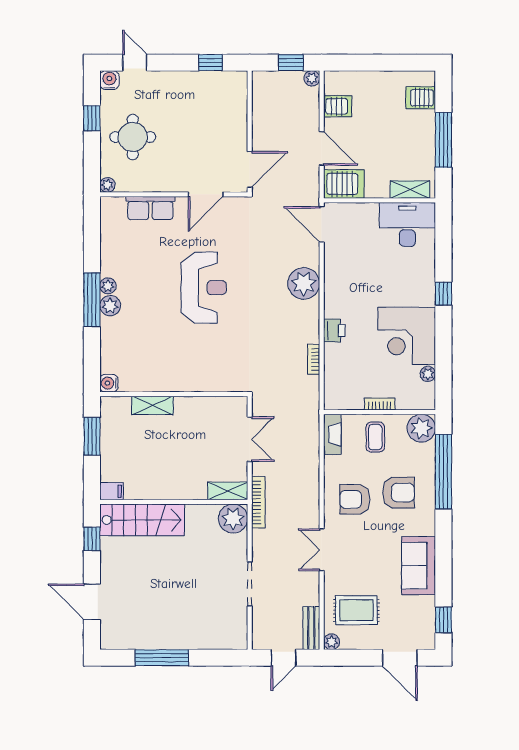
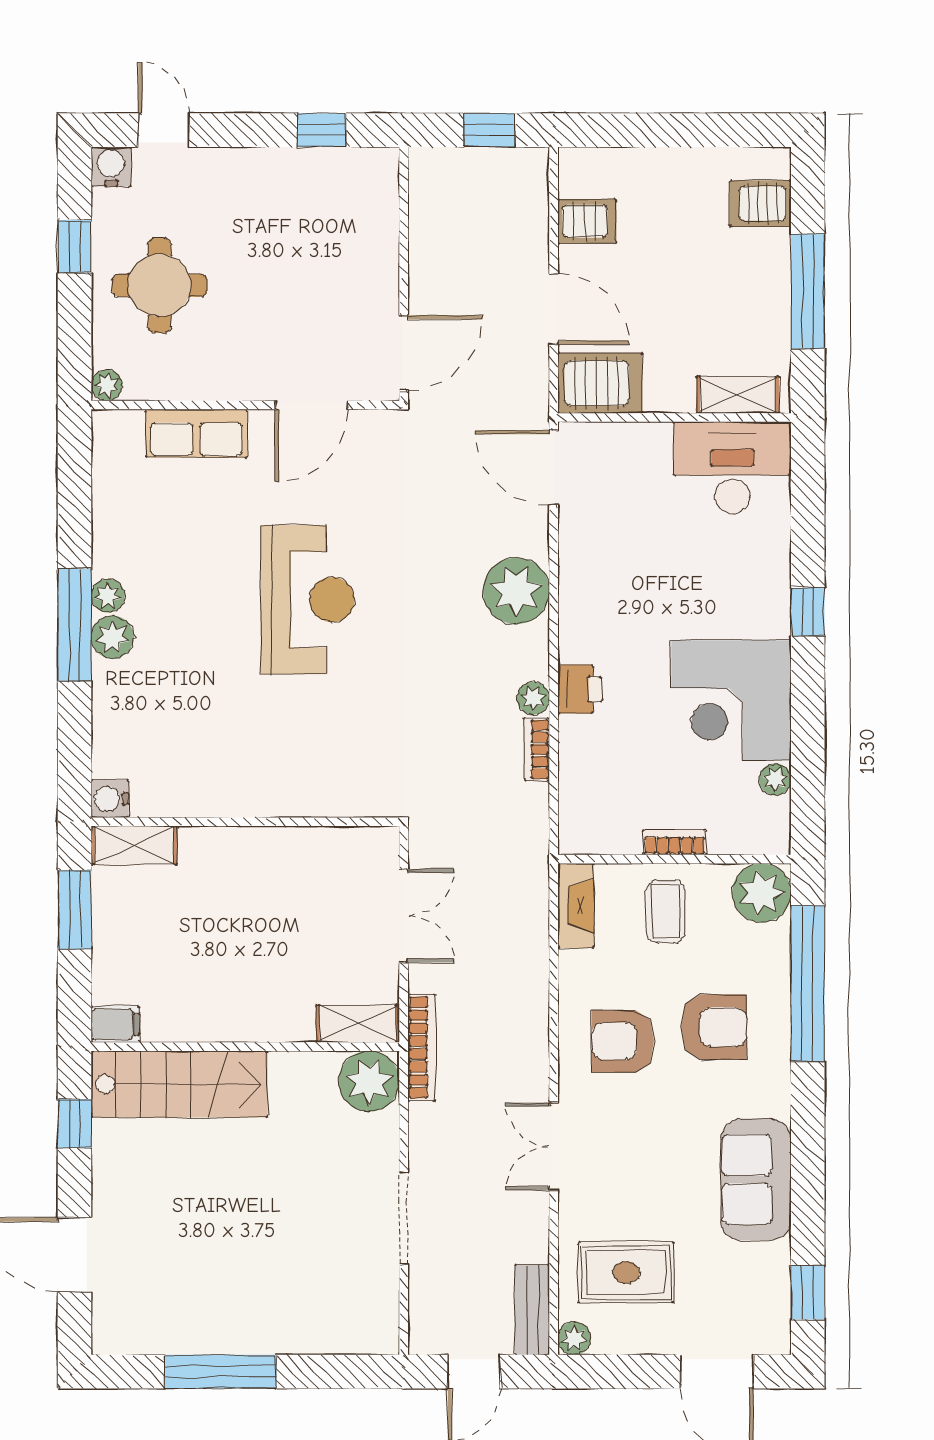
plant: (312, 78) -> (533, 698), moved
shelving: (153, 405) -> (134, 845), moved

